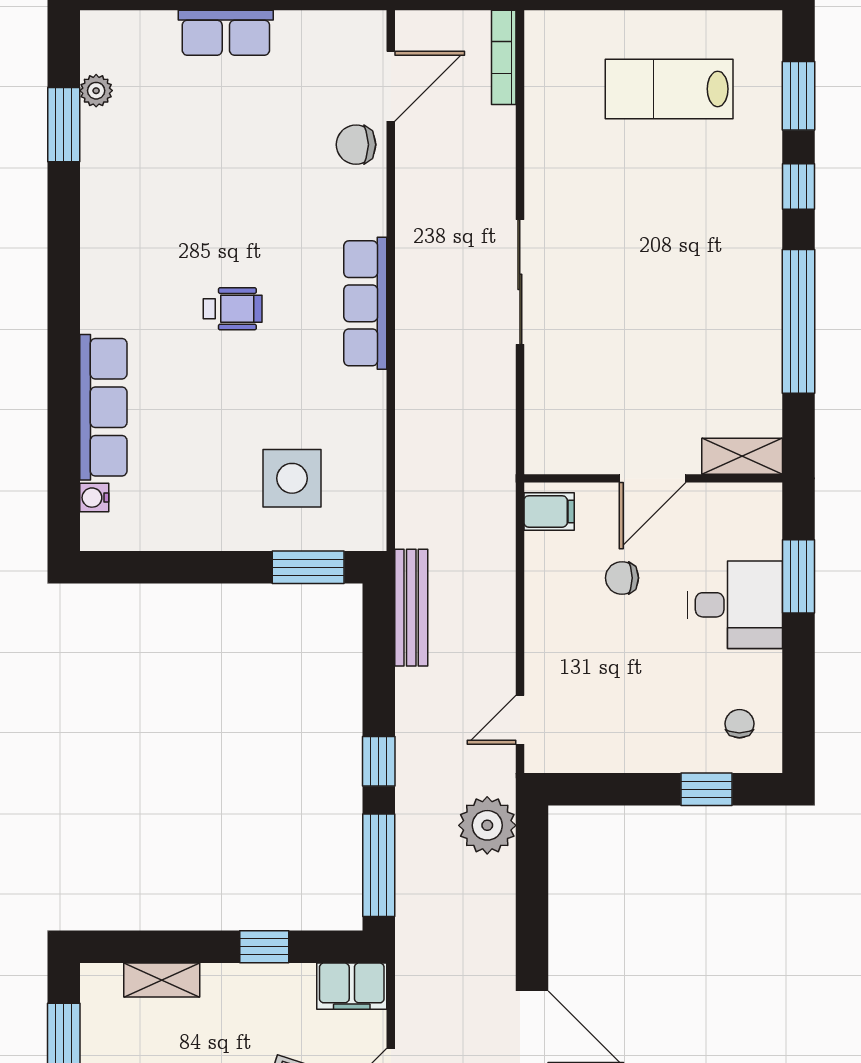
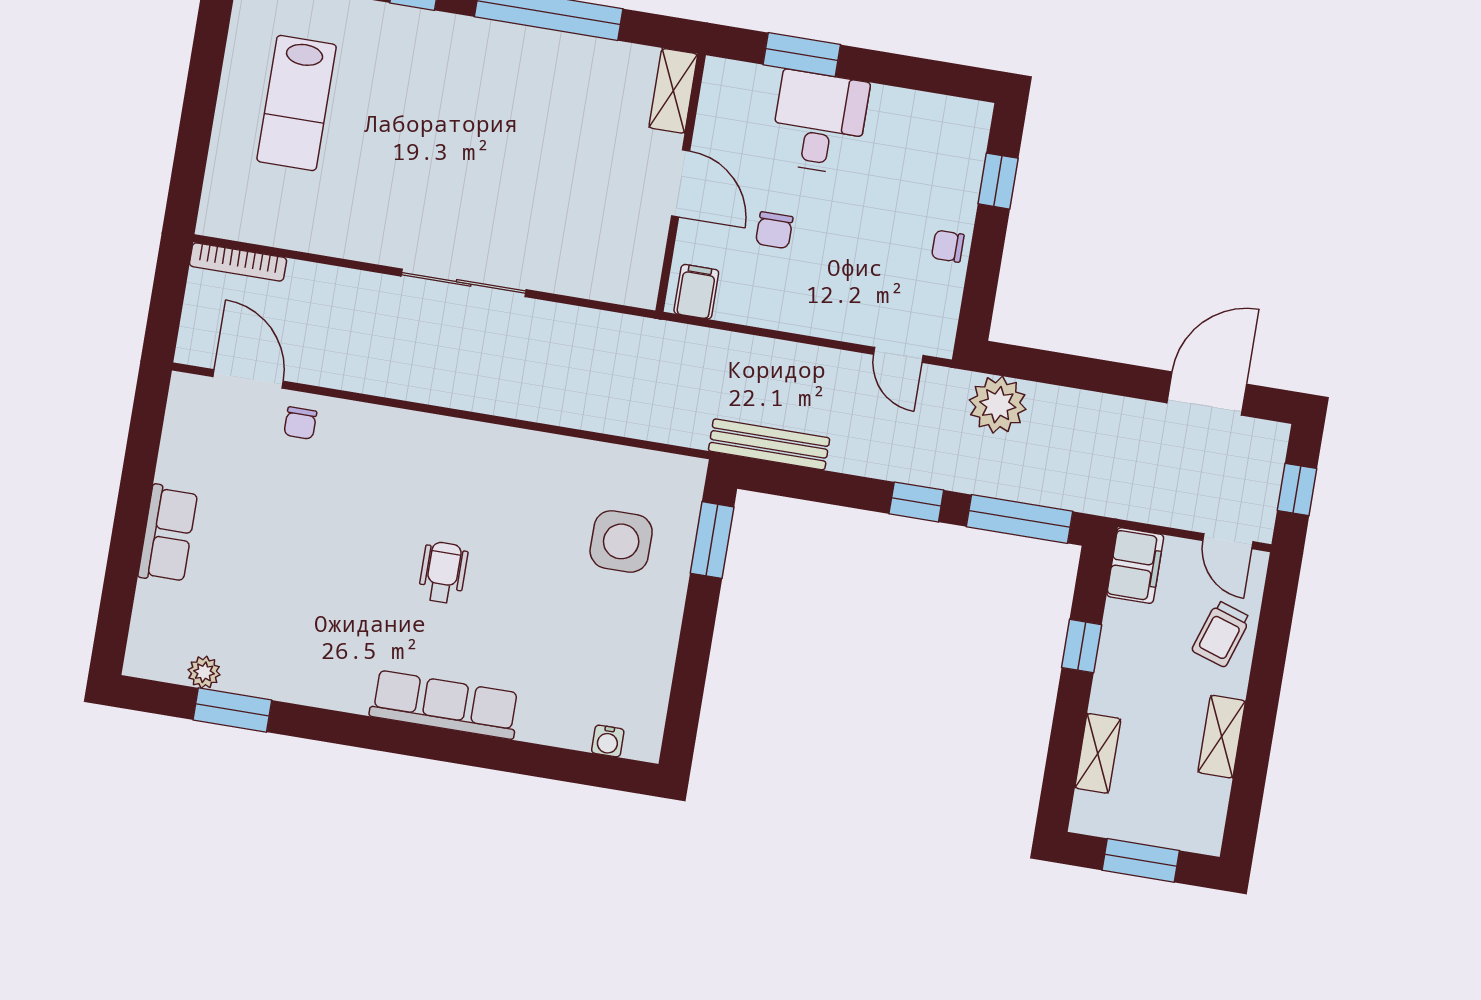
chair: (356, 145) -> (300, 423), width x0.73, depth x0.73
row of seats: (365, 303) -> (459, 440), removed
row of seats: (103, 407) -> (445, 705), moved
chair: (739, 724) -> (948, 246), moved

